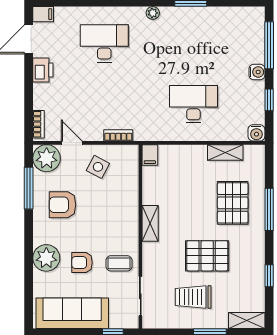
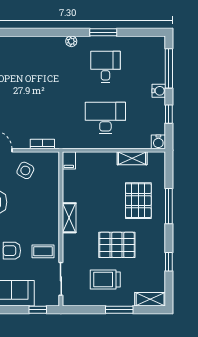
desk: (104, 43) -> (105, 67), moved, width x0.73

